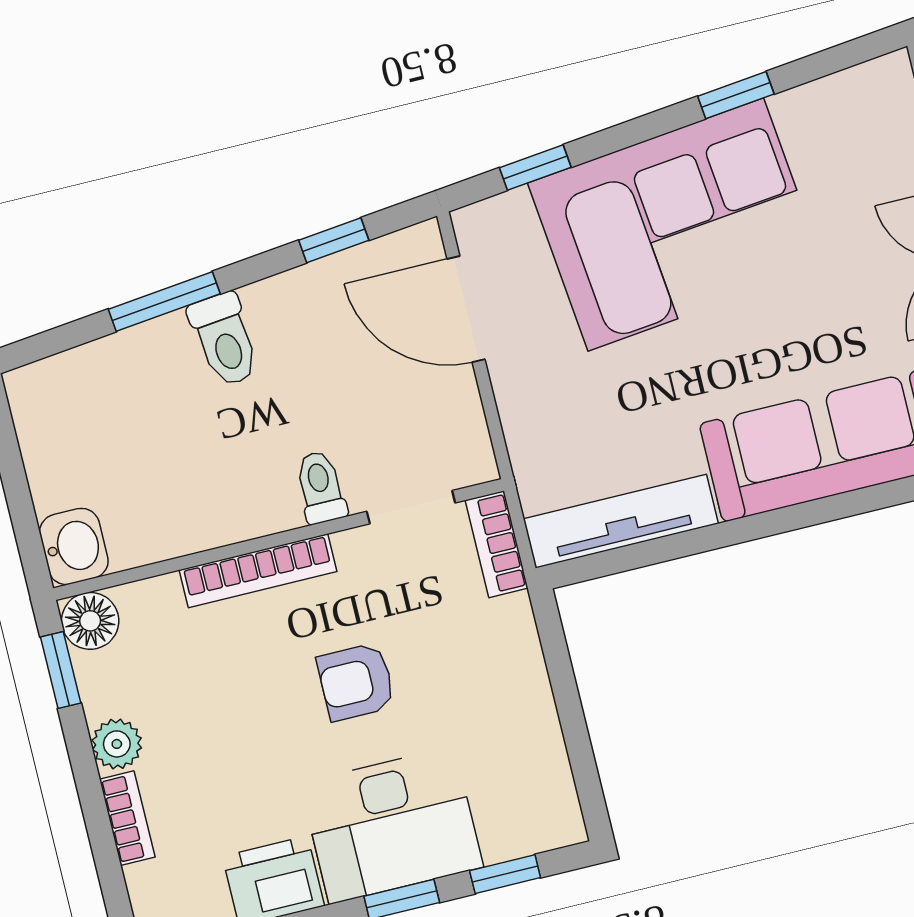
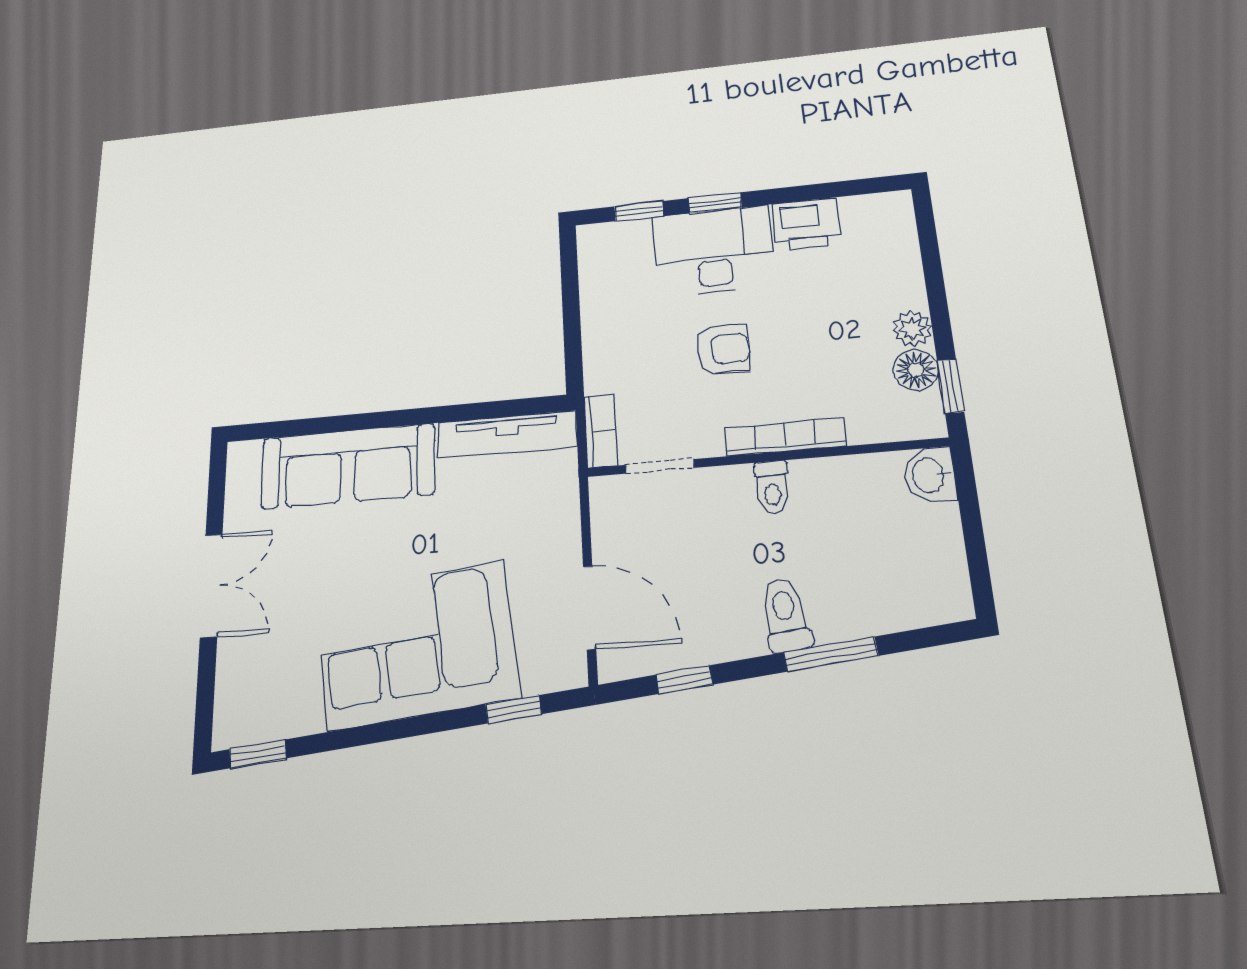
window: (736, 95) -> (258, 754), moved
toilet: (321, 487) -> (772, 487), moved
floor lamp: (90, 621) -> (916, 370), moved
bookcase: (127, 818) -> (911, 277), removed

